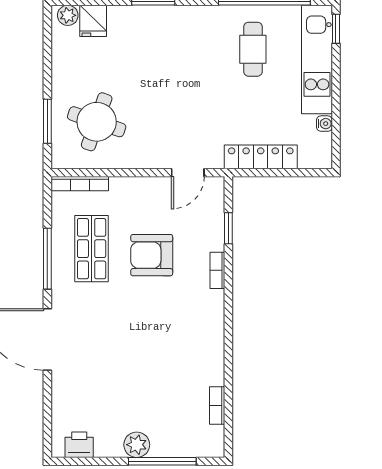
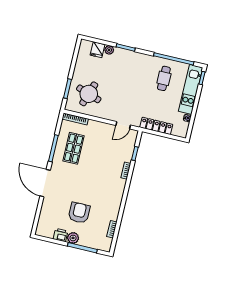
plant: (68, 15) -> (109, 50), moved
armchair: (152, 255) -> (79, 213), moved, turned 90
printer: (79, 445) -> (61, 235), moved

